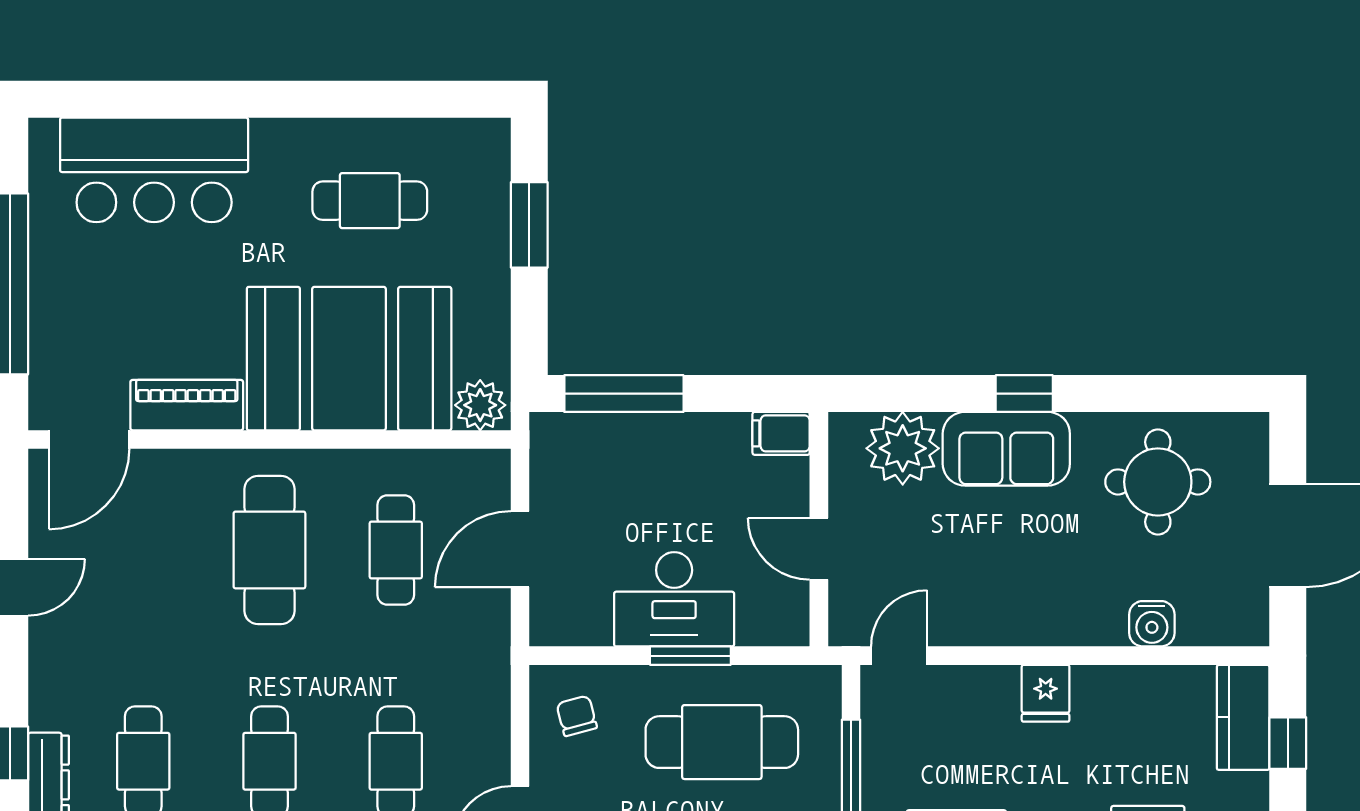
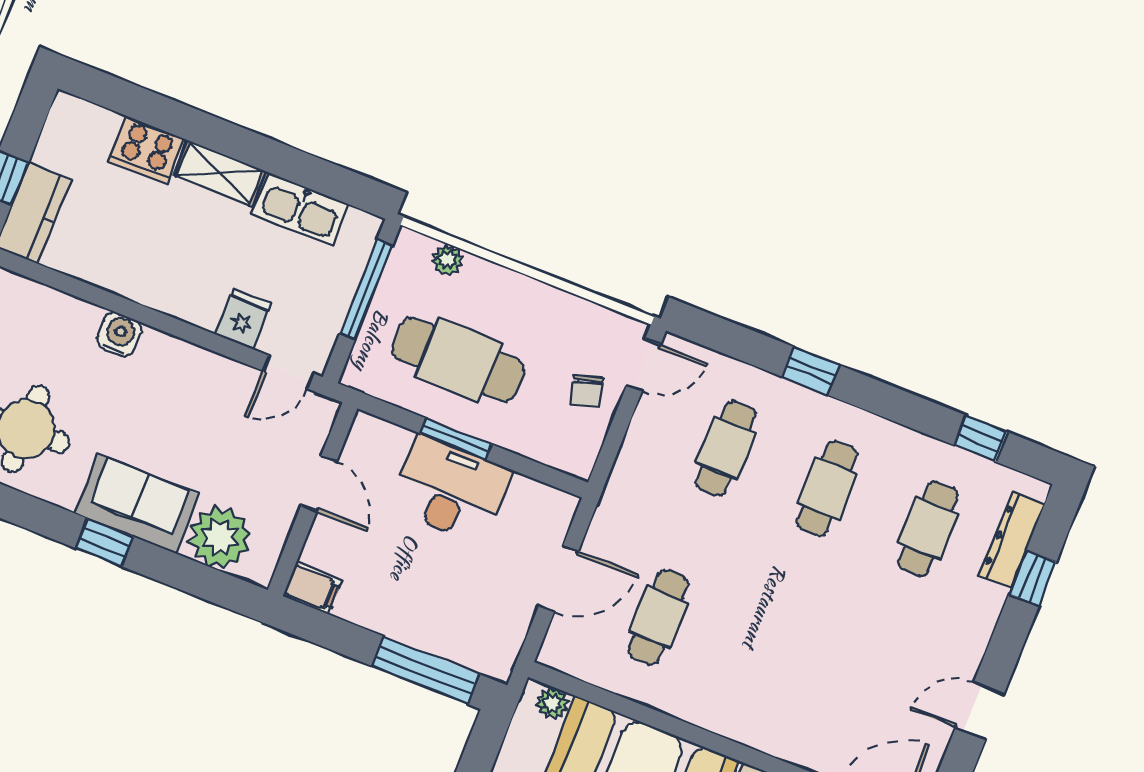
plant: (480, 405) -> (552, 703), width x0.73, depth x0.73
cafe table: (269, 550) -> (760, 658), removed
water cooler: (1152, 624) -> (119, 335), moved
fridge: (1046, 693) -> (243, 319), moved
chair: (577, 716) -> (587, 391), moved

